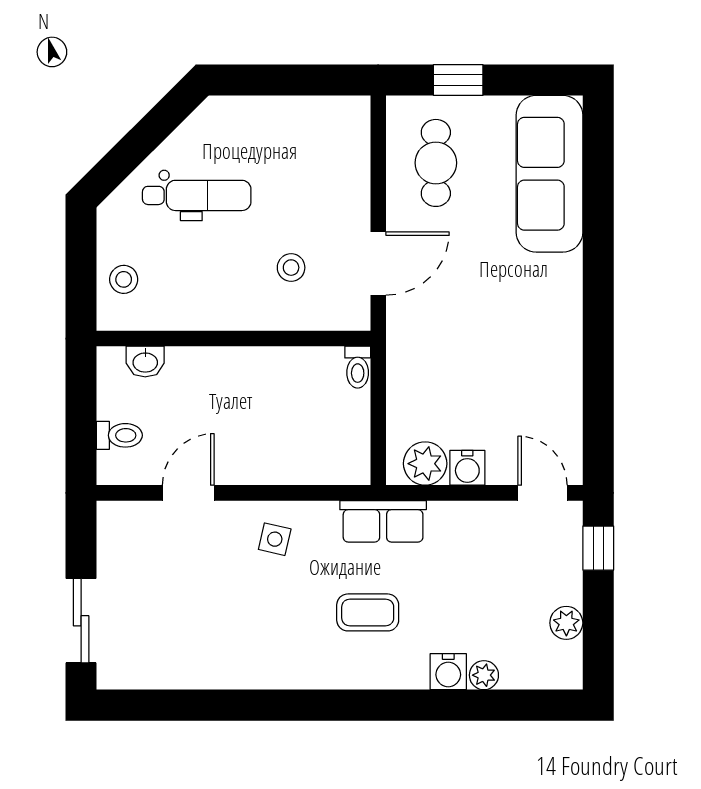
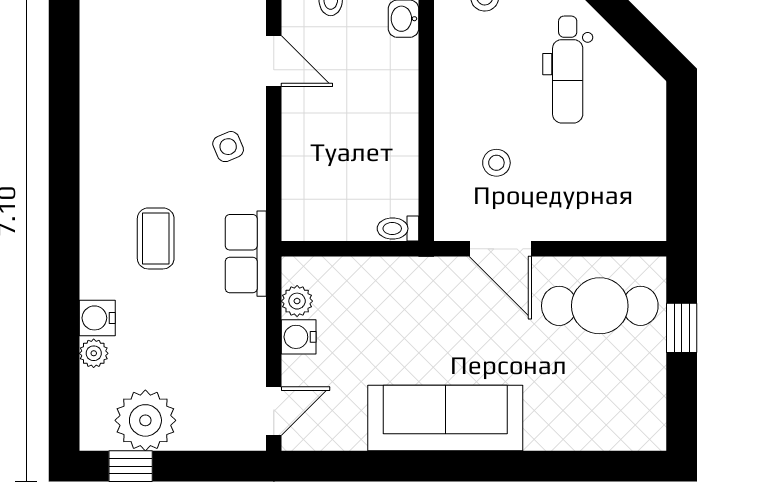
cafe table: (436, 163) -> (600, 306), width x1.37, depth x1.35
sofa: (549, 174) -> (445, 418), moved
plant: (425, 464) -> (297, 301), width x0.73, depth x0.73
side table: (275, 539) -> (228, 147), turned -36
window: (598, 548) -> (131, 466), moved
plant: (566, 623) -> (145, 420), width x1.88, depth x1.88

